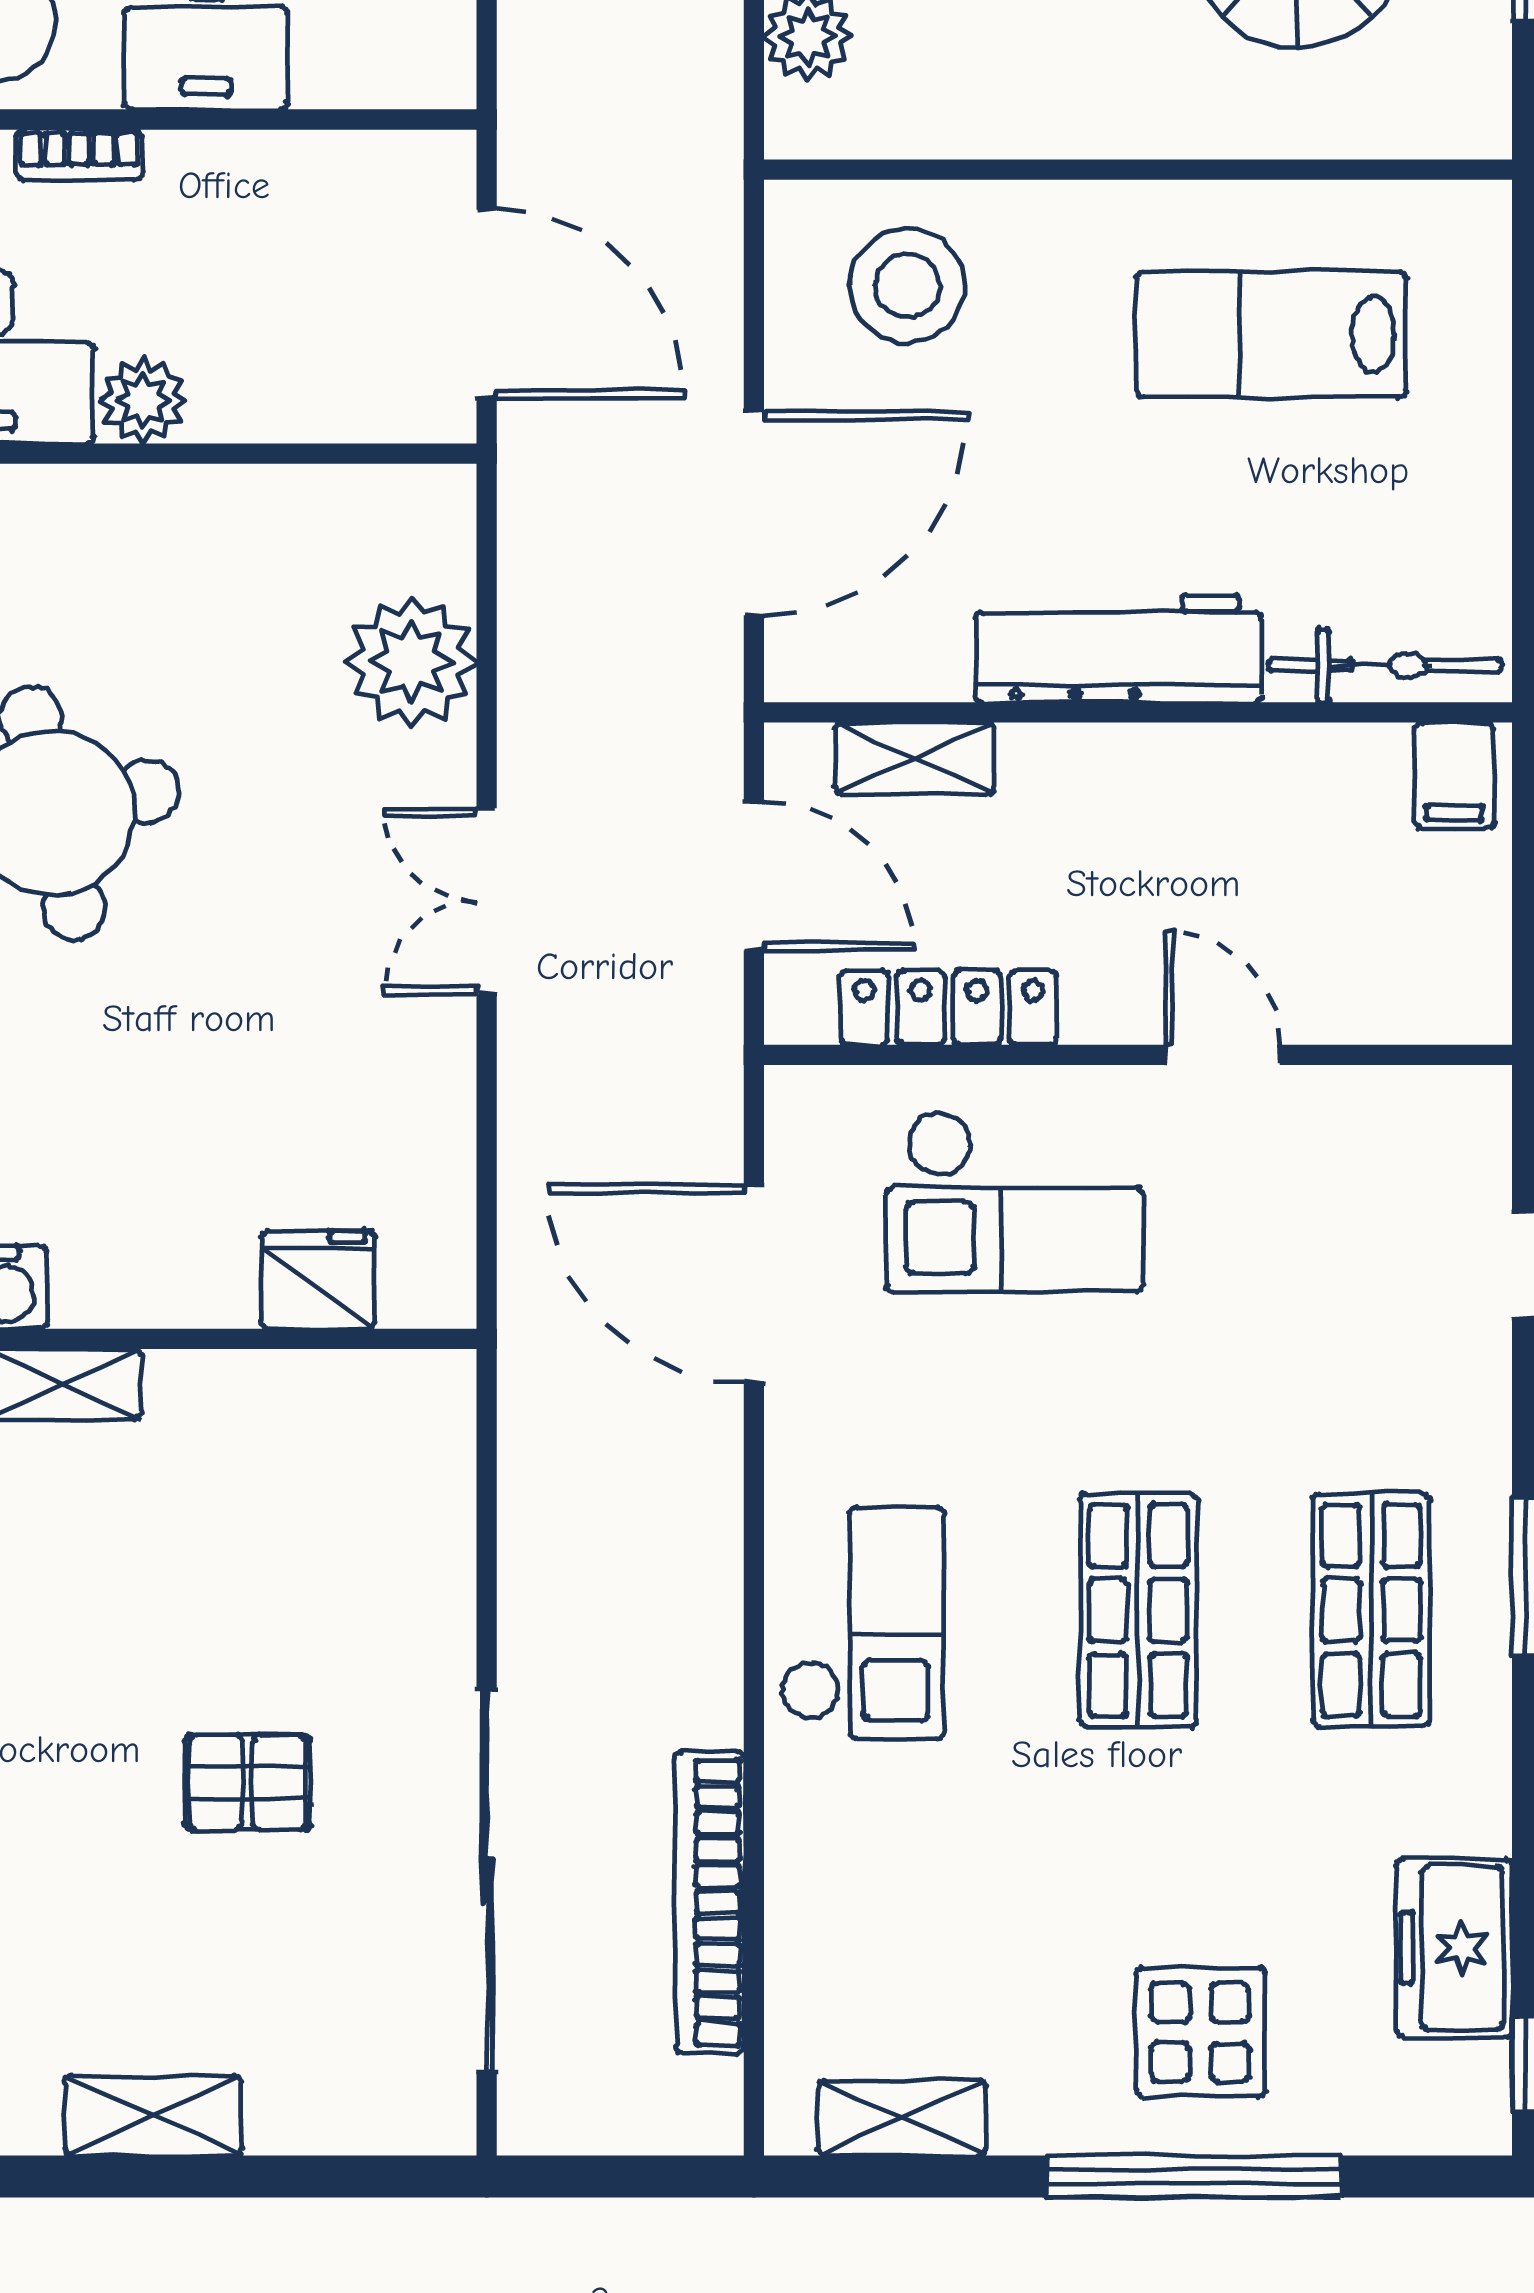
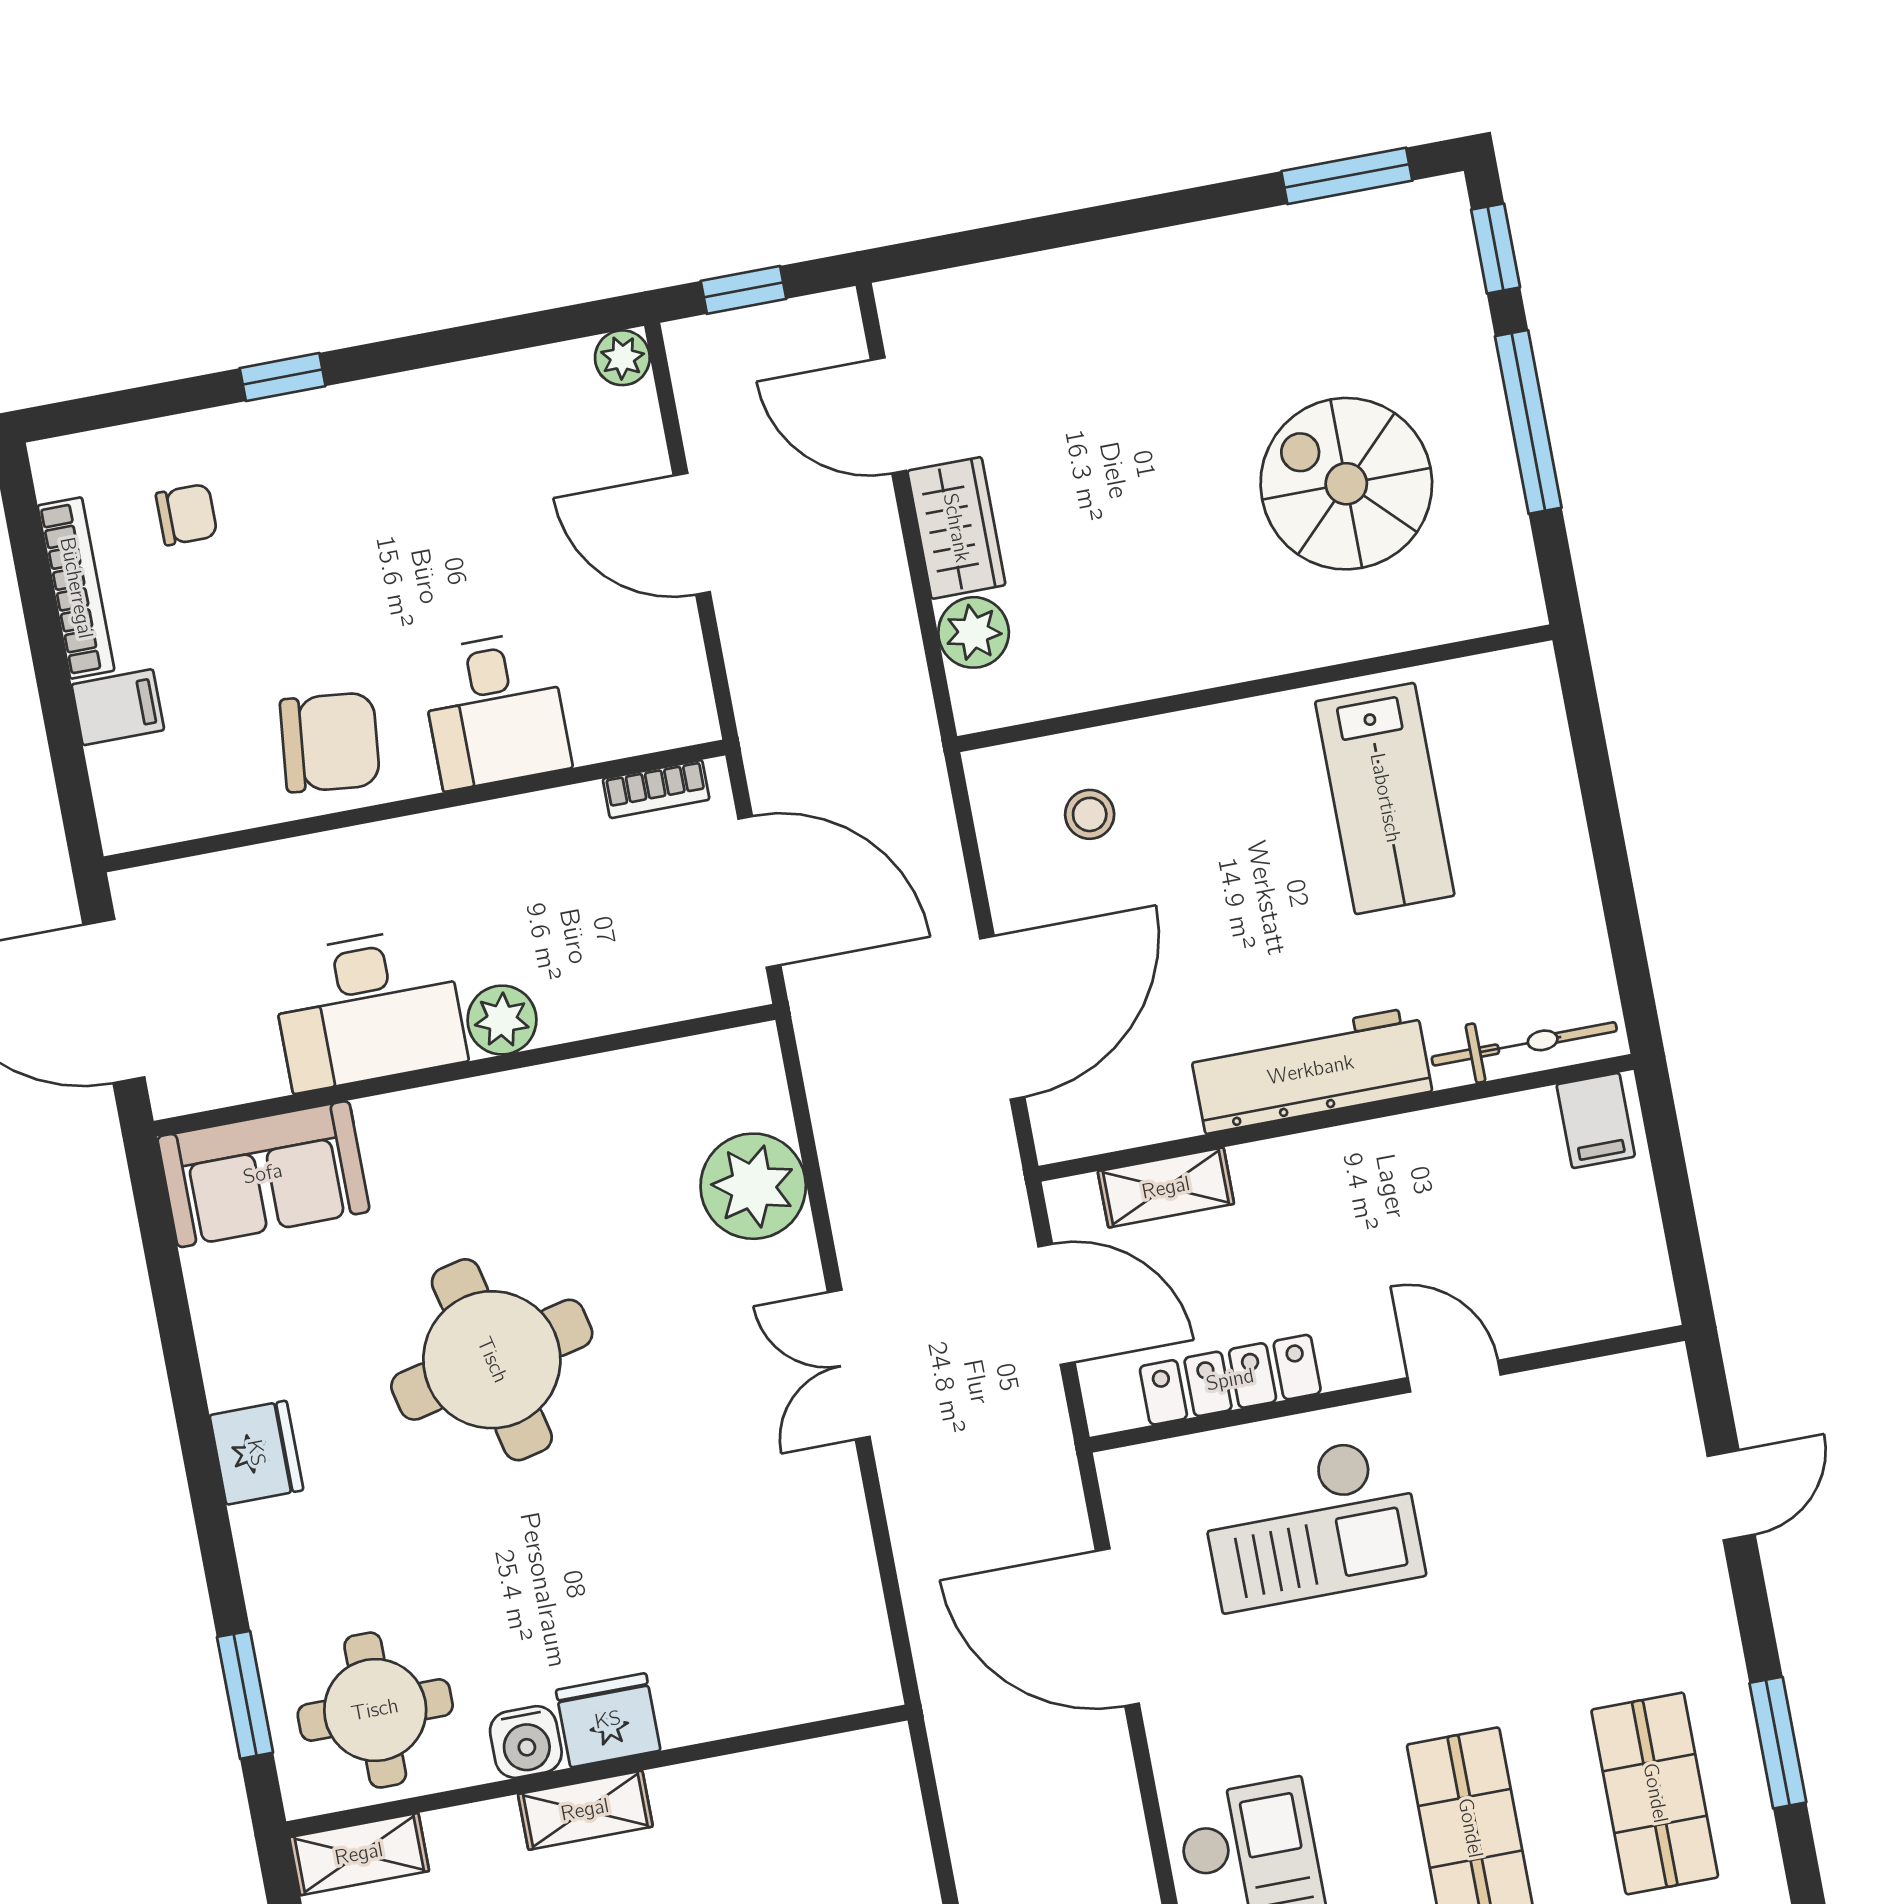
bookcase: (79, 155) -> (656, 789), moved
stool: (907, 285) -> (1090, 814), width x0.53, depth x0.53
lab bench: (1271, 334) -> (1385, 798), turned -90
fridge: (318, 1280) -> (608, 1720), moved

